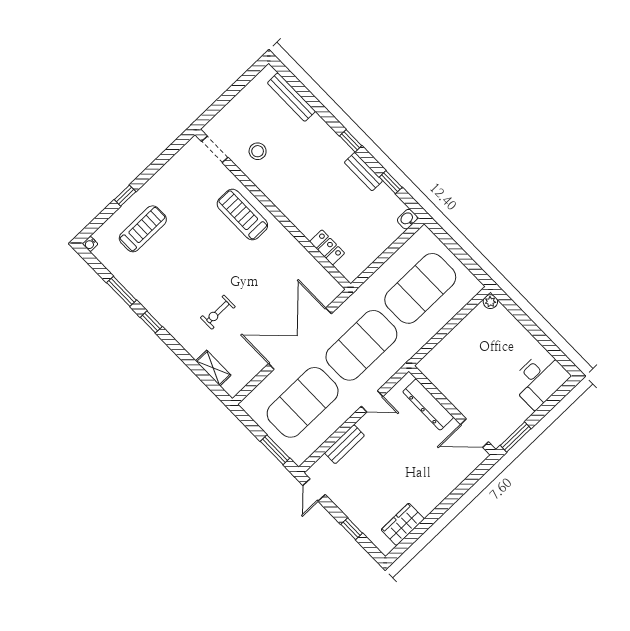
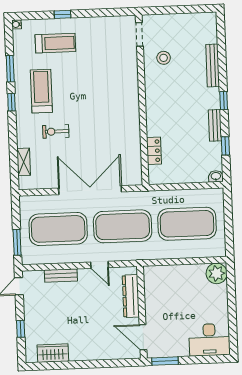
bench: (291, 97) -> (213, 65), moved
treadmill: (242, 215) -> (41, 91), moved
plant: (490, 302) -> (217, 273), width x1.87, depth x1.87

